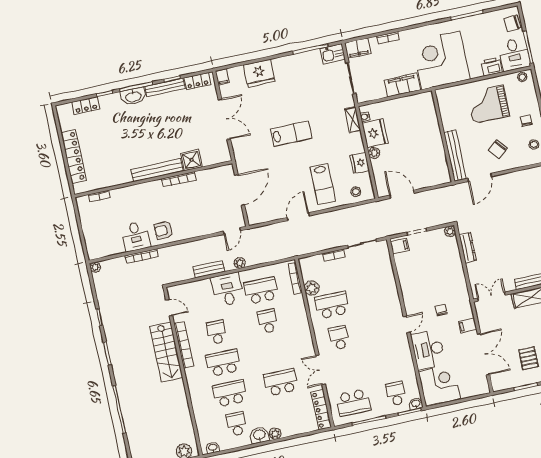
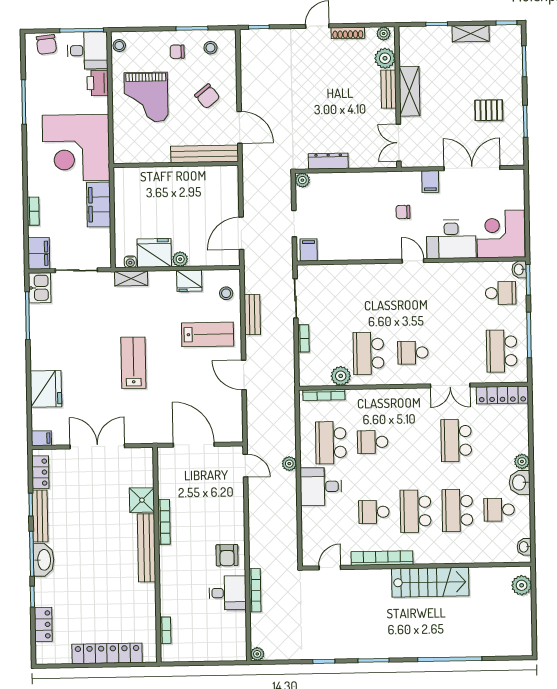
bench: (209, 269) -> (252, 315), moved
stairs: (166, 352) -> (430, 582), moved
school desk: (396, 393) -> (501, 293), turned 180
school desk: (353, 403) -> (502, 351), turned 180

